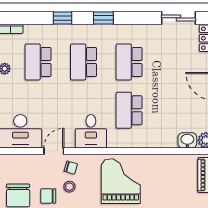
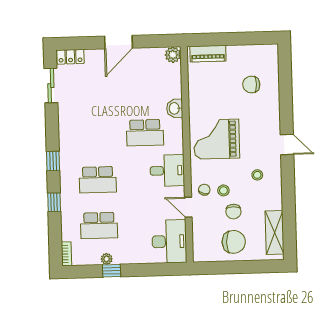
school desk: (129, 62) -> (96, 134), removed
washbasin: (187, 140) -> (175, 108), moved

